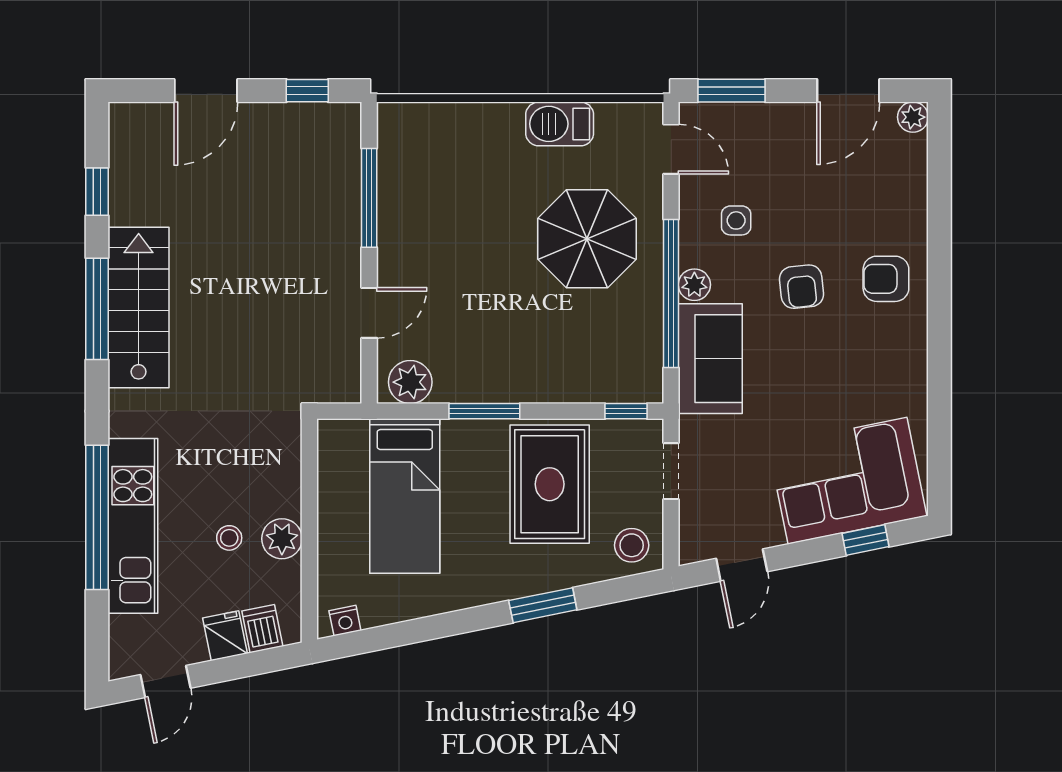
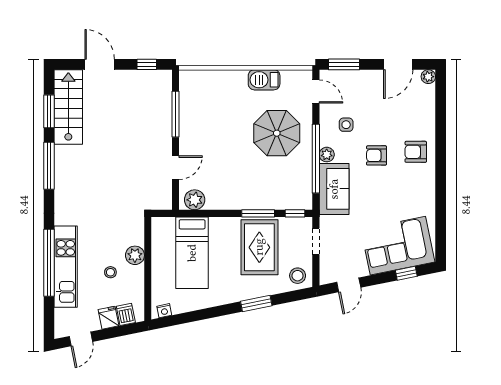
door: (206, 91) -> (100, 64), swing flipped
window: (97, 192) -> (49, 111), width x1.50
armchair: (802, 287) -> (377, 155), turned 96
stairs: (139, 307) -> (68, 107), moved
window: (484, 411) -> (258, 213), moved
plant: (282, 539) -> (135, 255), moved

